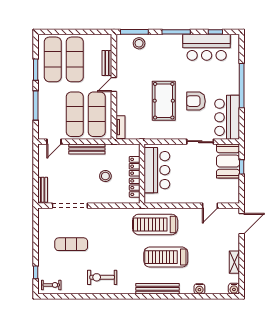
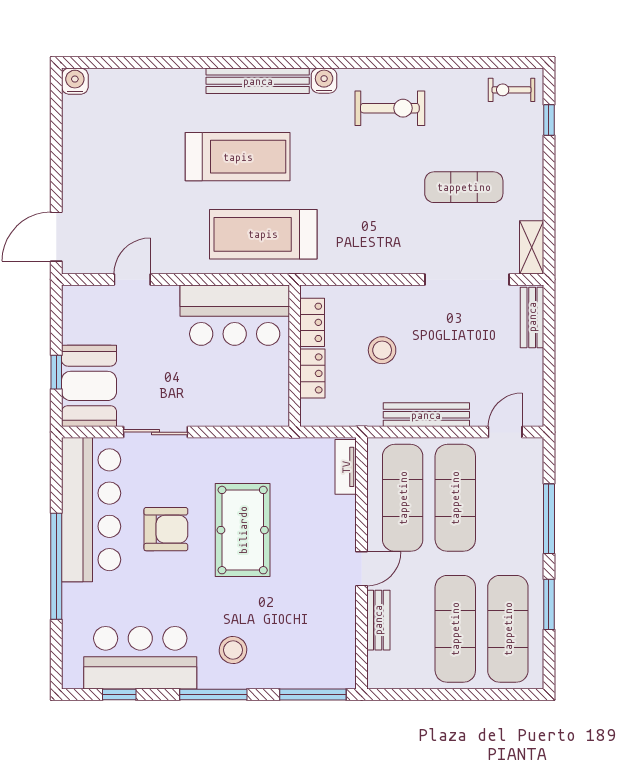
stool: (139, 43) -> (233, 650), moved
bar counter: (227, 117) -> (91, 510), width x1.36
bar counter: (157, 170) -> (235, 315), moved, turned -90
treadmill: (155, 224) -> (263, 234), turned 180
shelving: (234, 262) -> (532, 247), moved
water cooler: (199, 289) -> (324, 81), moved

